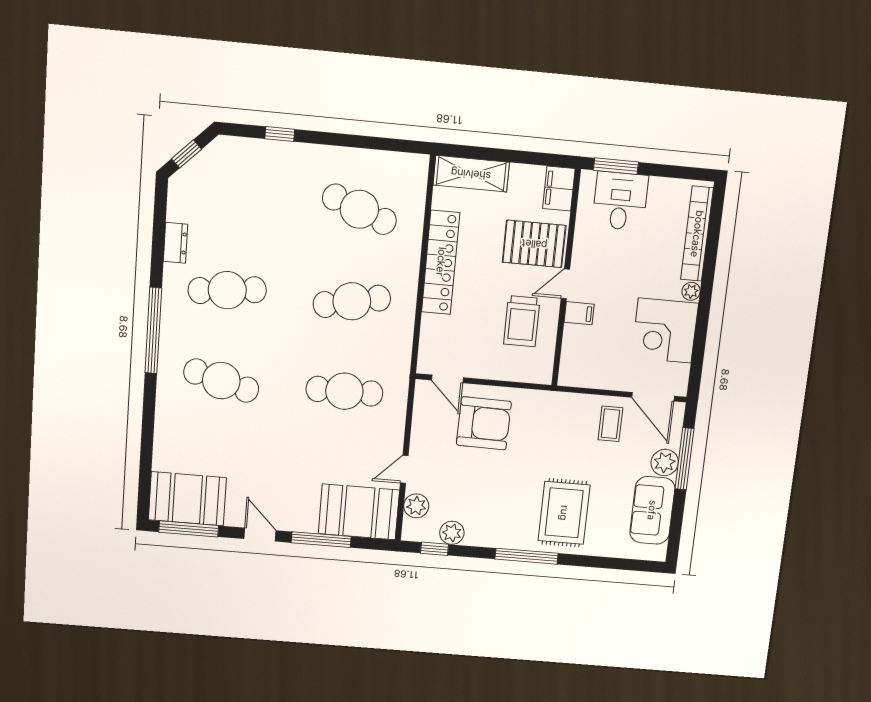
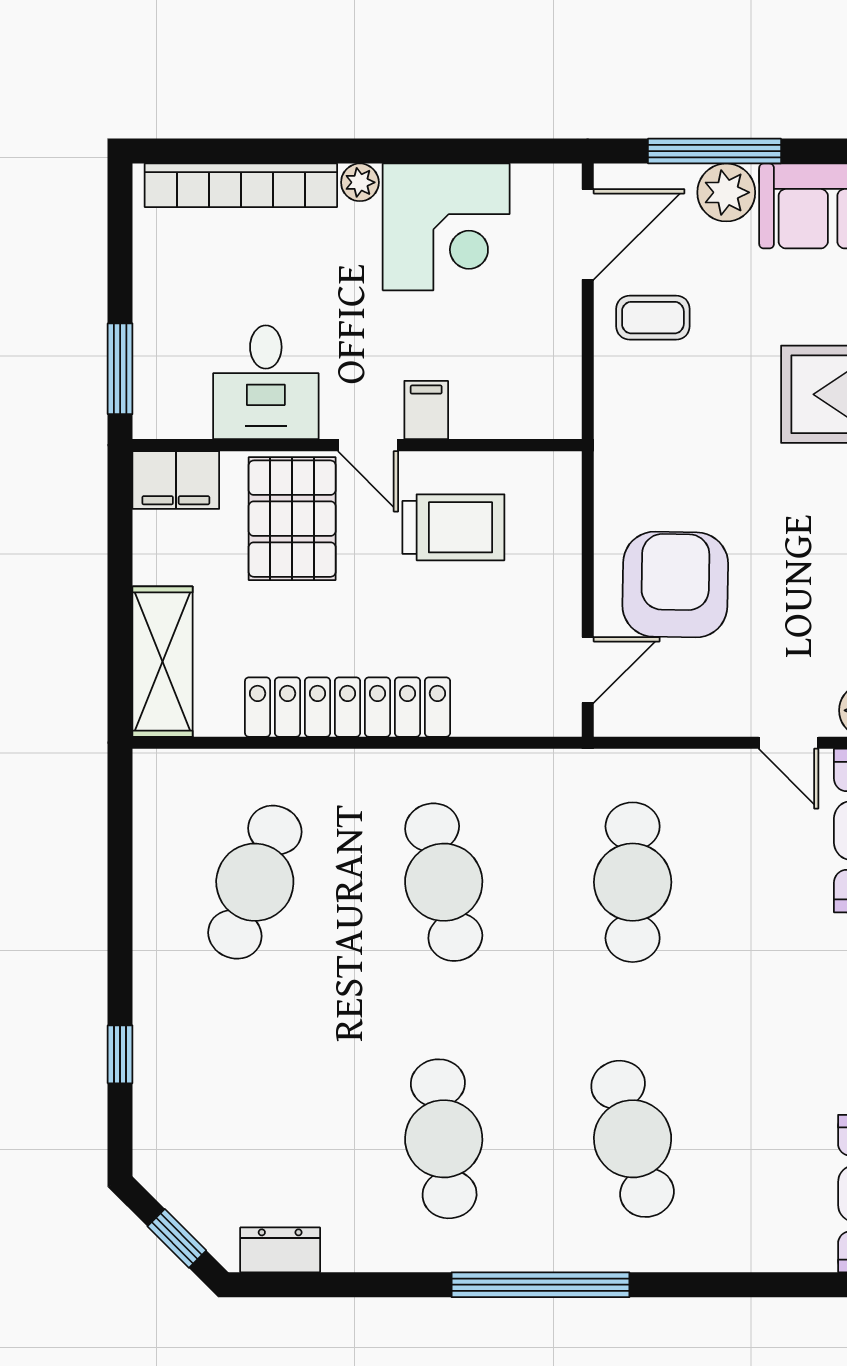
desk: (620, 201) -> (266, 382), moved, turned -90
dresser: (175, 243) -> (280, 1250), moved
cafe table: (221, 381) -> (633, 1139), turned -30

